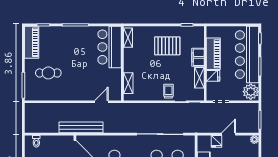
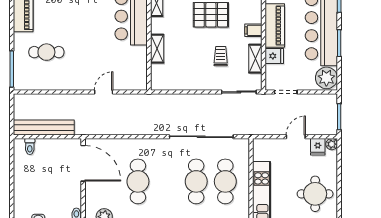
filing cabinet: (198, 57) -> (253, 30), width x0.50
shelving: (128, 83) -> (157, 49), moved
trolley: (168, 91) -> (221, 56), moved
door: (101, 102) -> (104, 92), moved
bench: (81, 127) -> (44, 127), moved
fridge: (216, 141) -> (318, 147), moved

